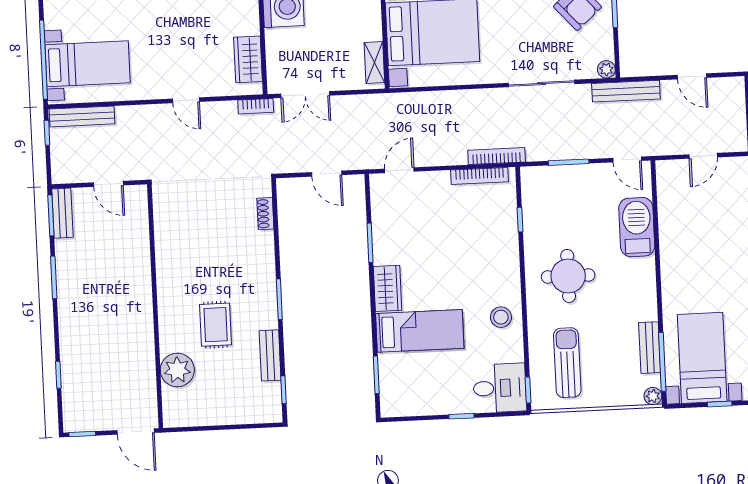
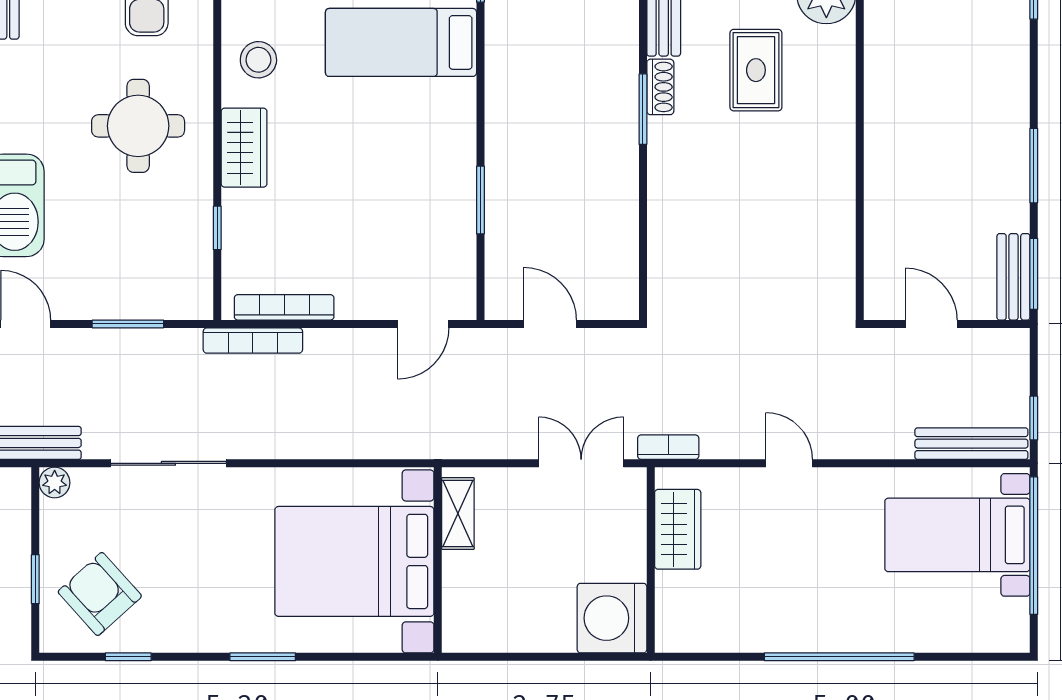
shoe rack: (265, 214) -> (660, 87), moved
wardrobe: (388, 288) -> (244, 148), moved, turned 180

